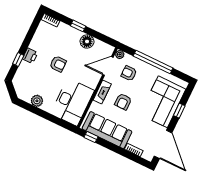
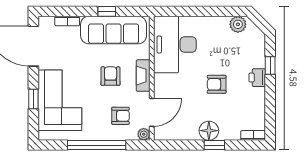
floor lamp: (87, 41) -> (209, 131), moved
plant: (37, 101) -> (238, 24), moved
window: (91, 137) -> (107, 11), moved

